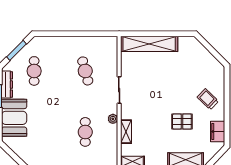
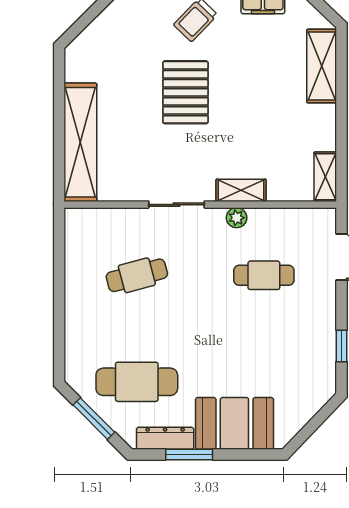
cafe table: (34, 71) -> (137, 382), width x1.37, depth x1.35
pallet: (182, 122) -> (185, 92), moved, width x1.50, depth x1.42
shelving: (126, 132) -> (241, 190), moved

